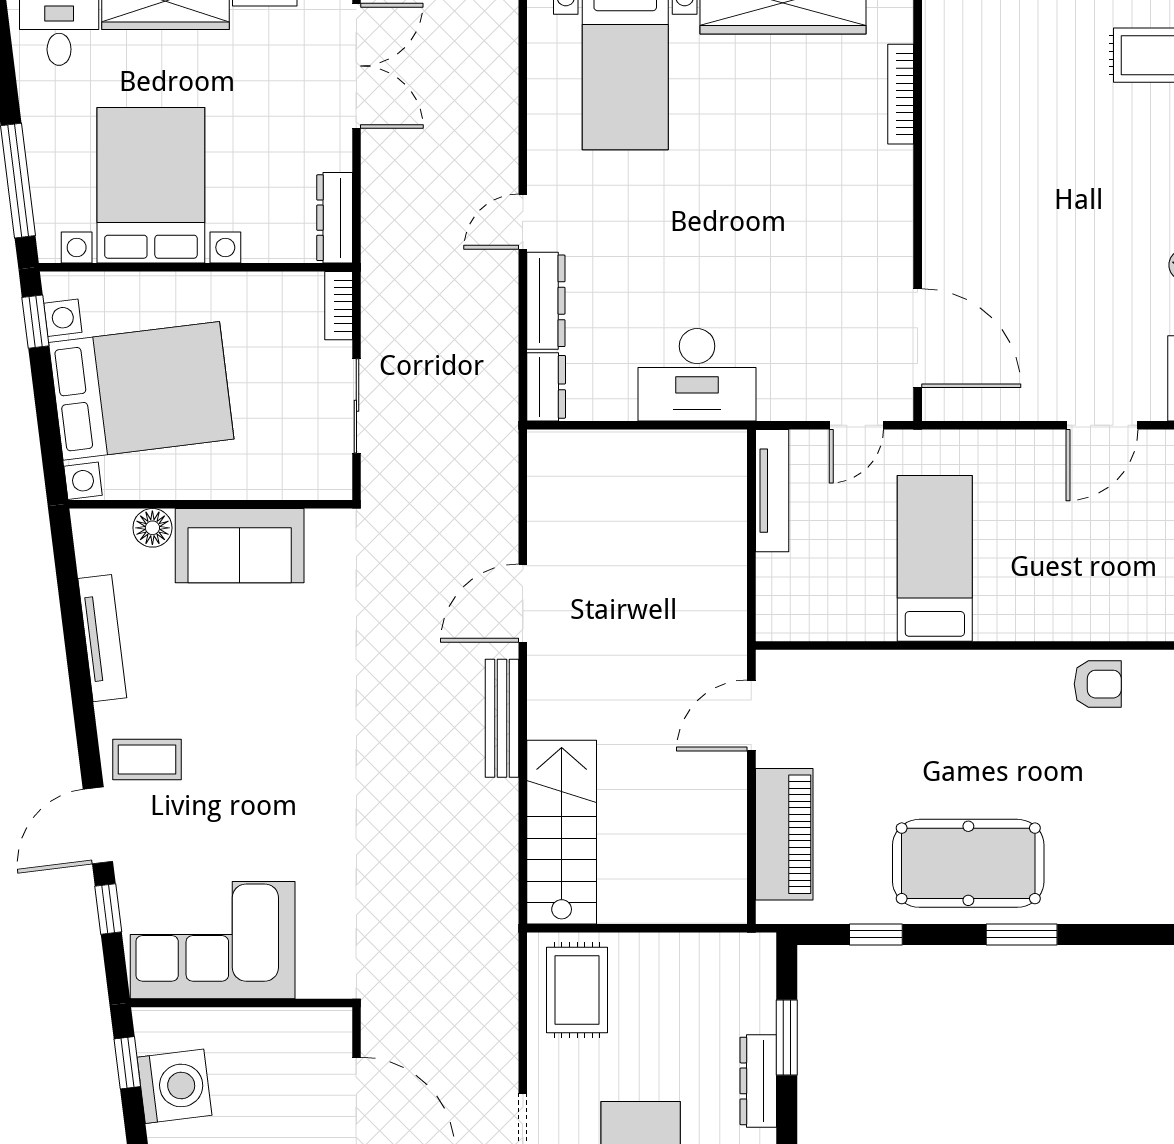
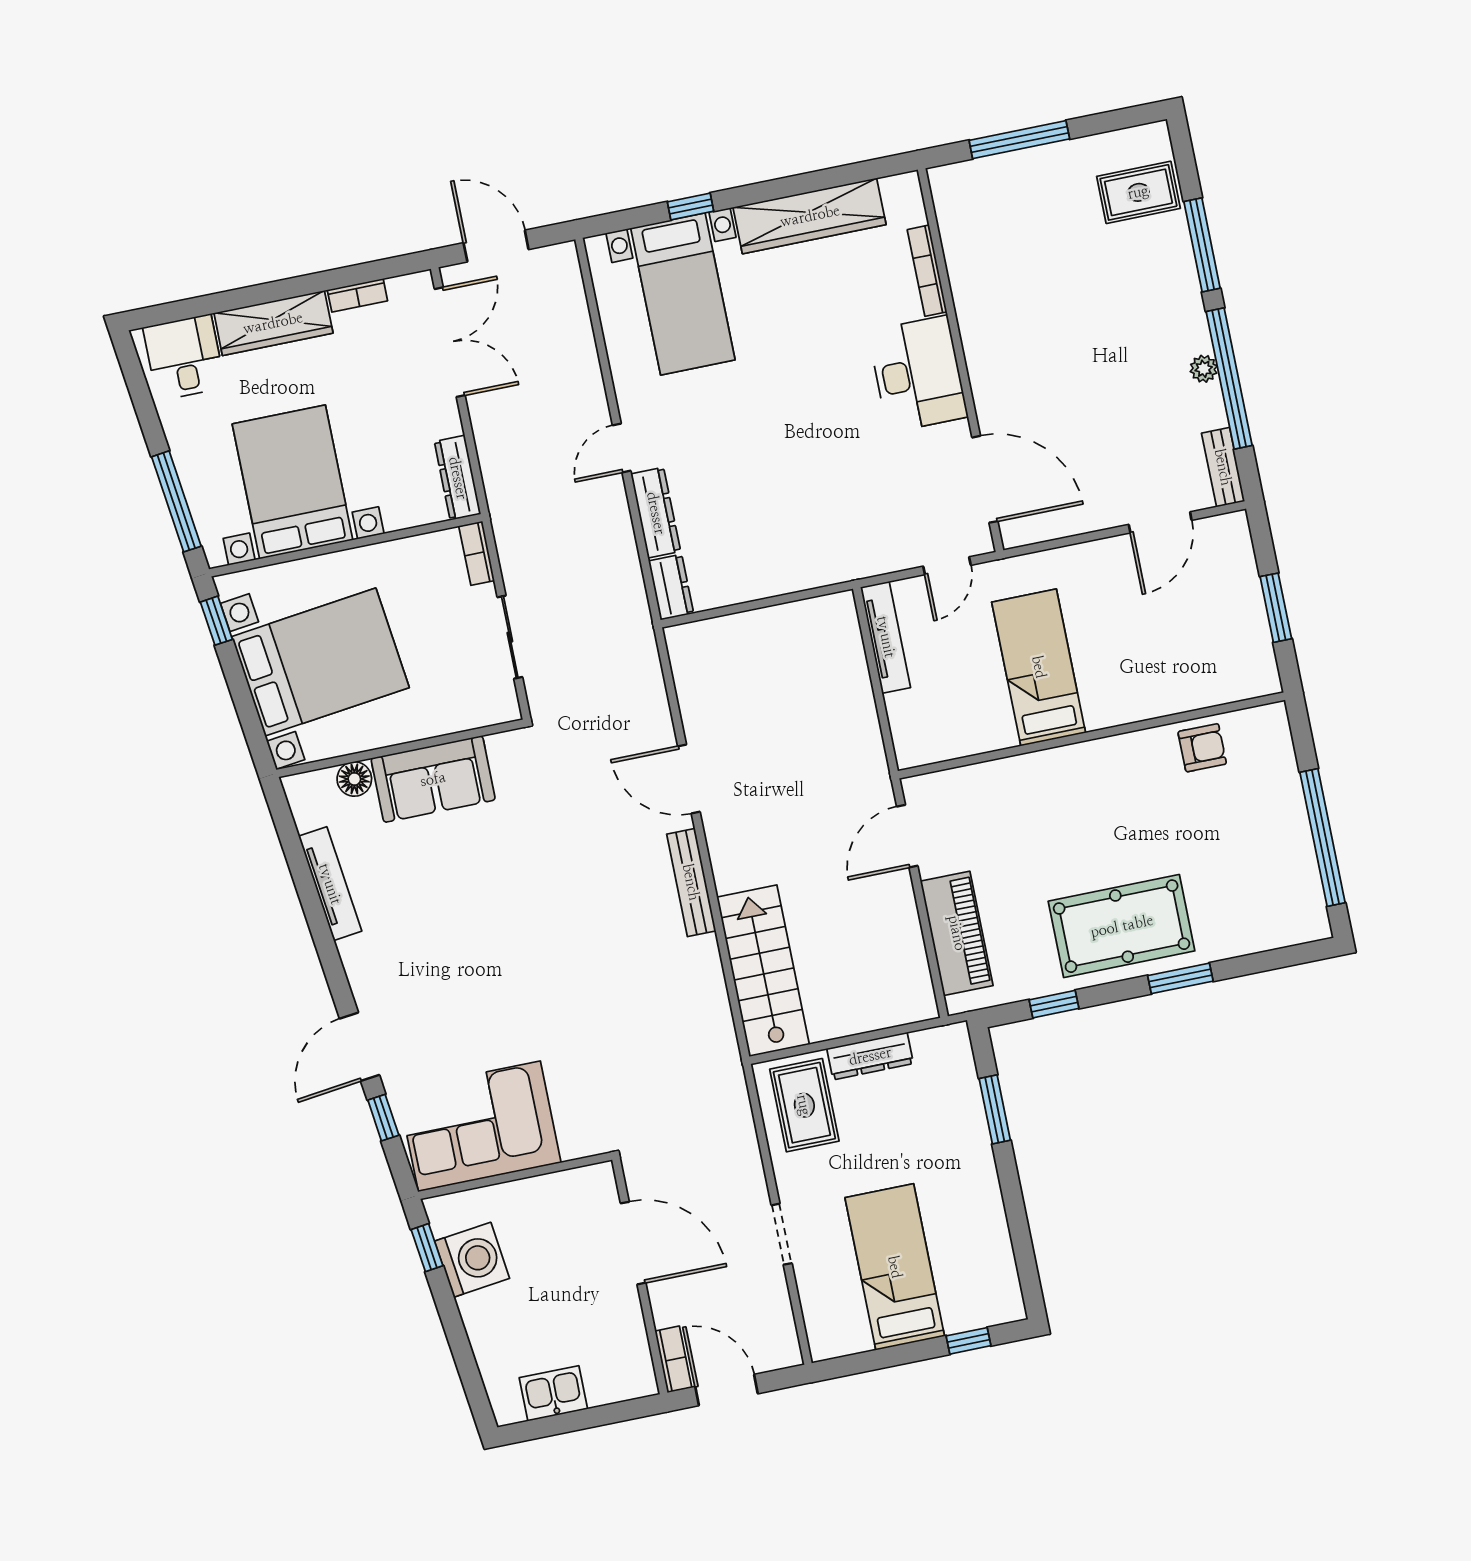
desk: (697, 375) -> (918, 374), moved, turned -90
door: (523, 603) -> (689, 779), hinge flipped
coffee table: (147, 760) -> (391, 981), removed
dresser: (758, 1081) -> (870, 1056), moved, turned -90

